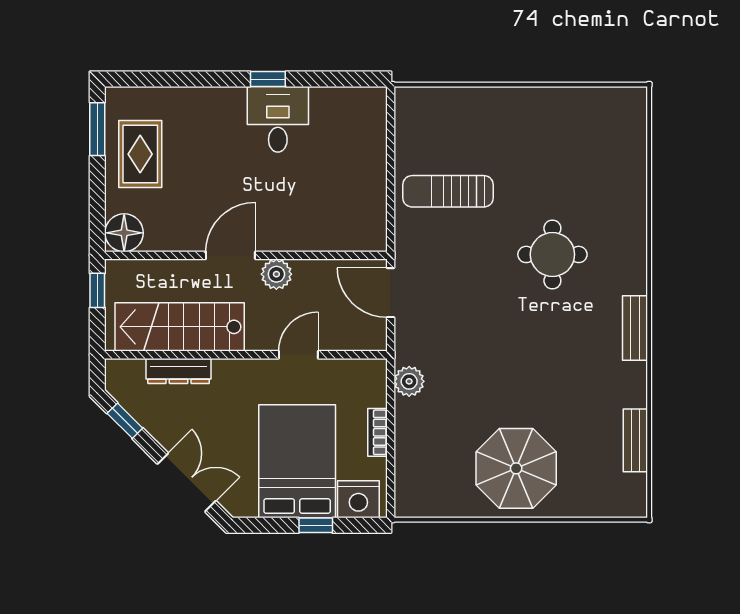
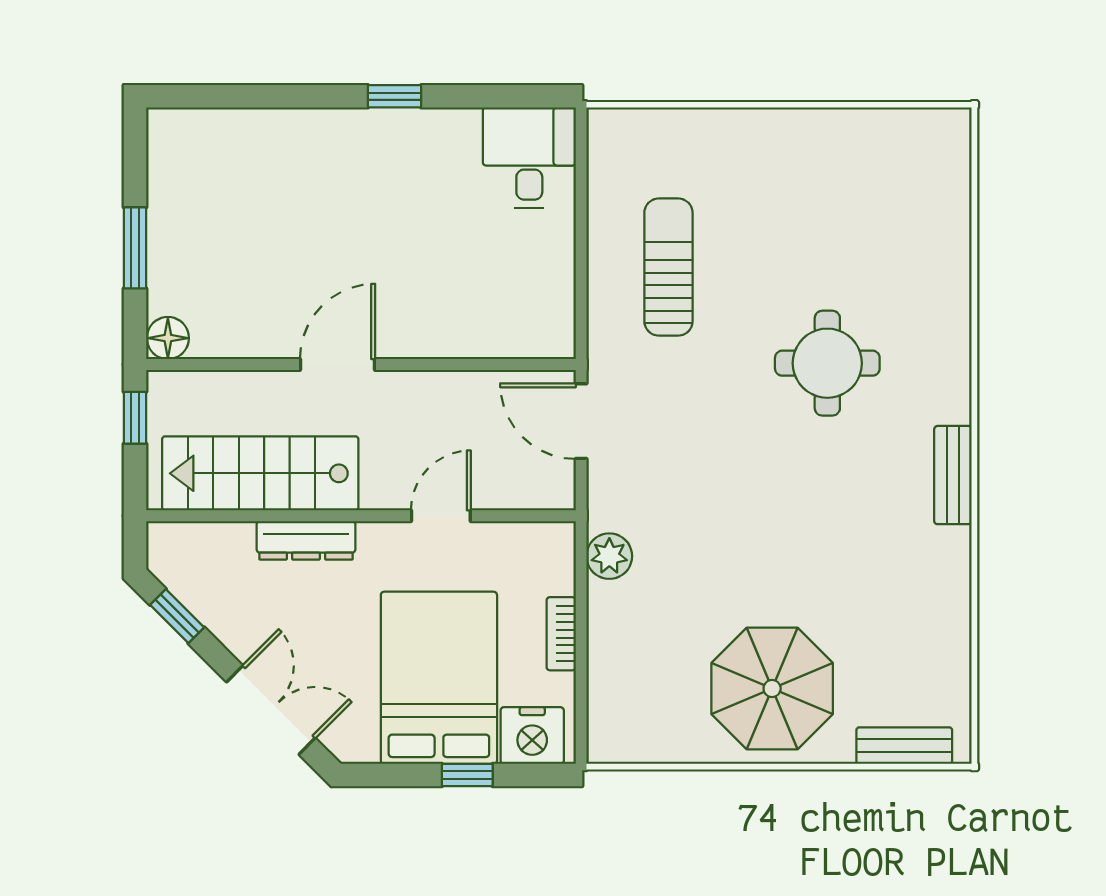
desk: (278, 119) -> (529, 157), moved
window: (97, 129) -> (135, 248), moved
rug: (140, 154) -> (200, 210), removed
sun lounger: (448, 191) -> (668, 267), turned 90
floor lamp: (124, 233) -> (168, 338), width x0.73, depth x0.73
plant: (276, 274) -> (407, 393), removed
dresser: (179, 371) -> (306, 540), moved
bench: (635, 440) -> (904, 746), moved, turned 90

